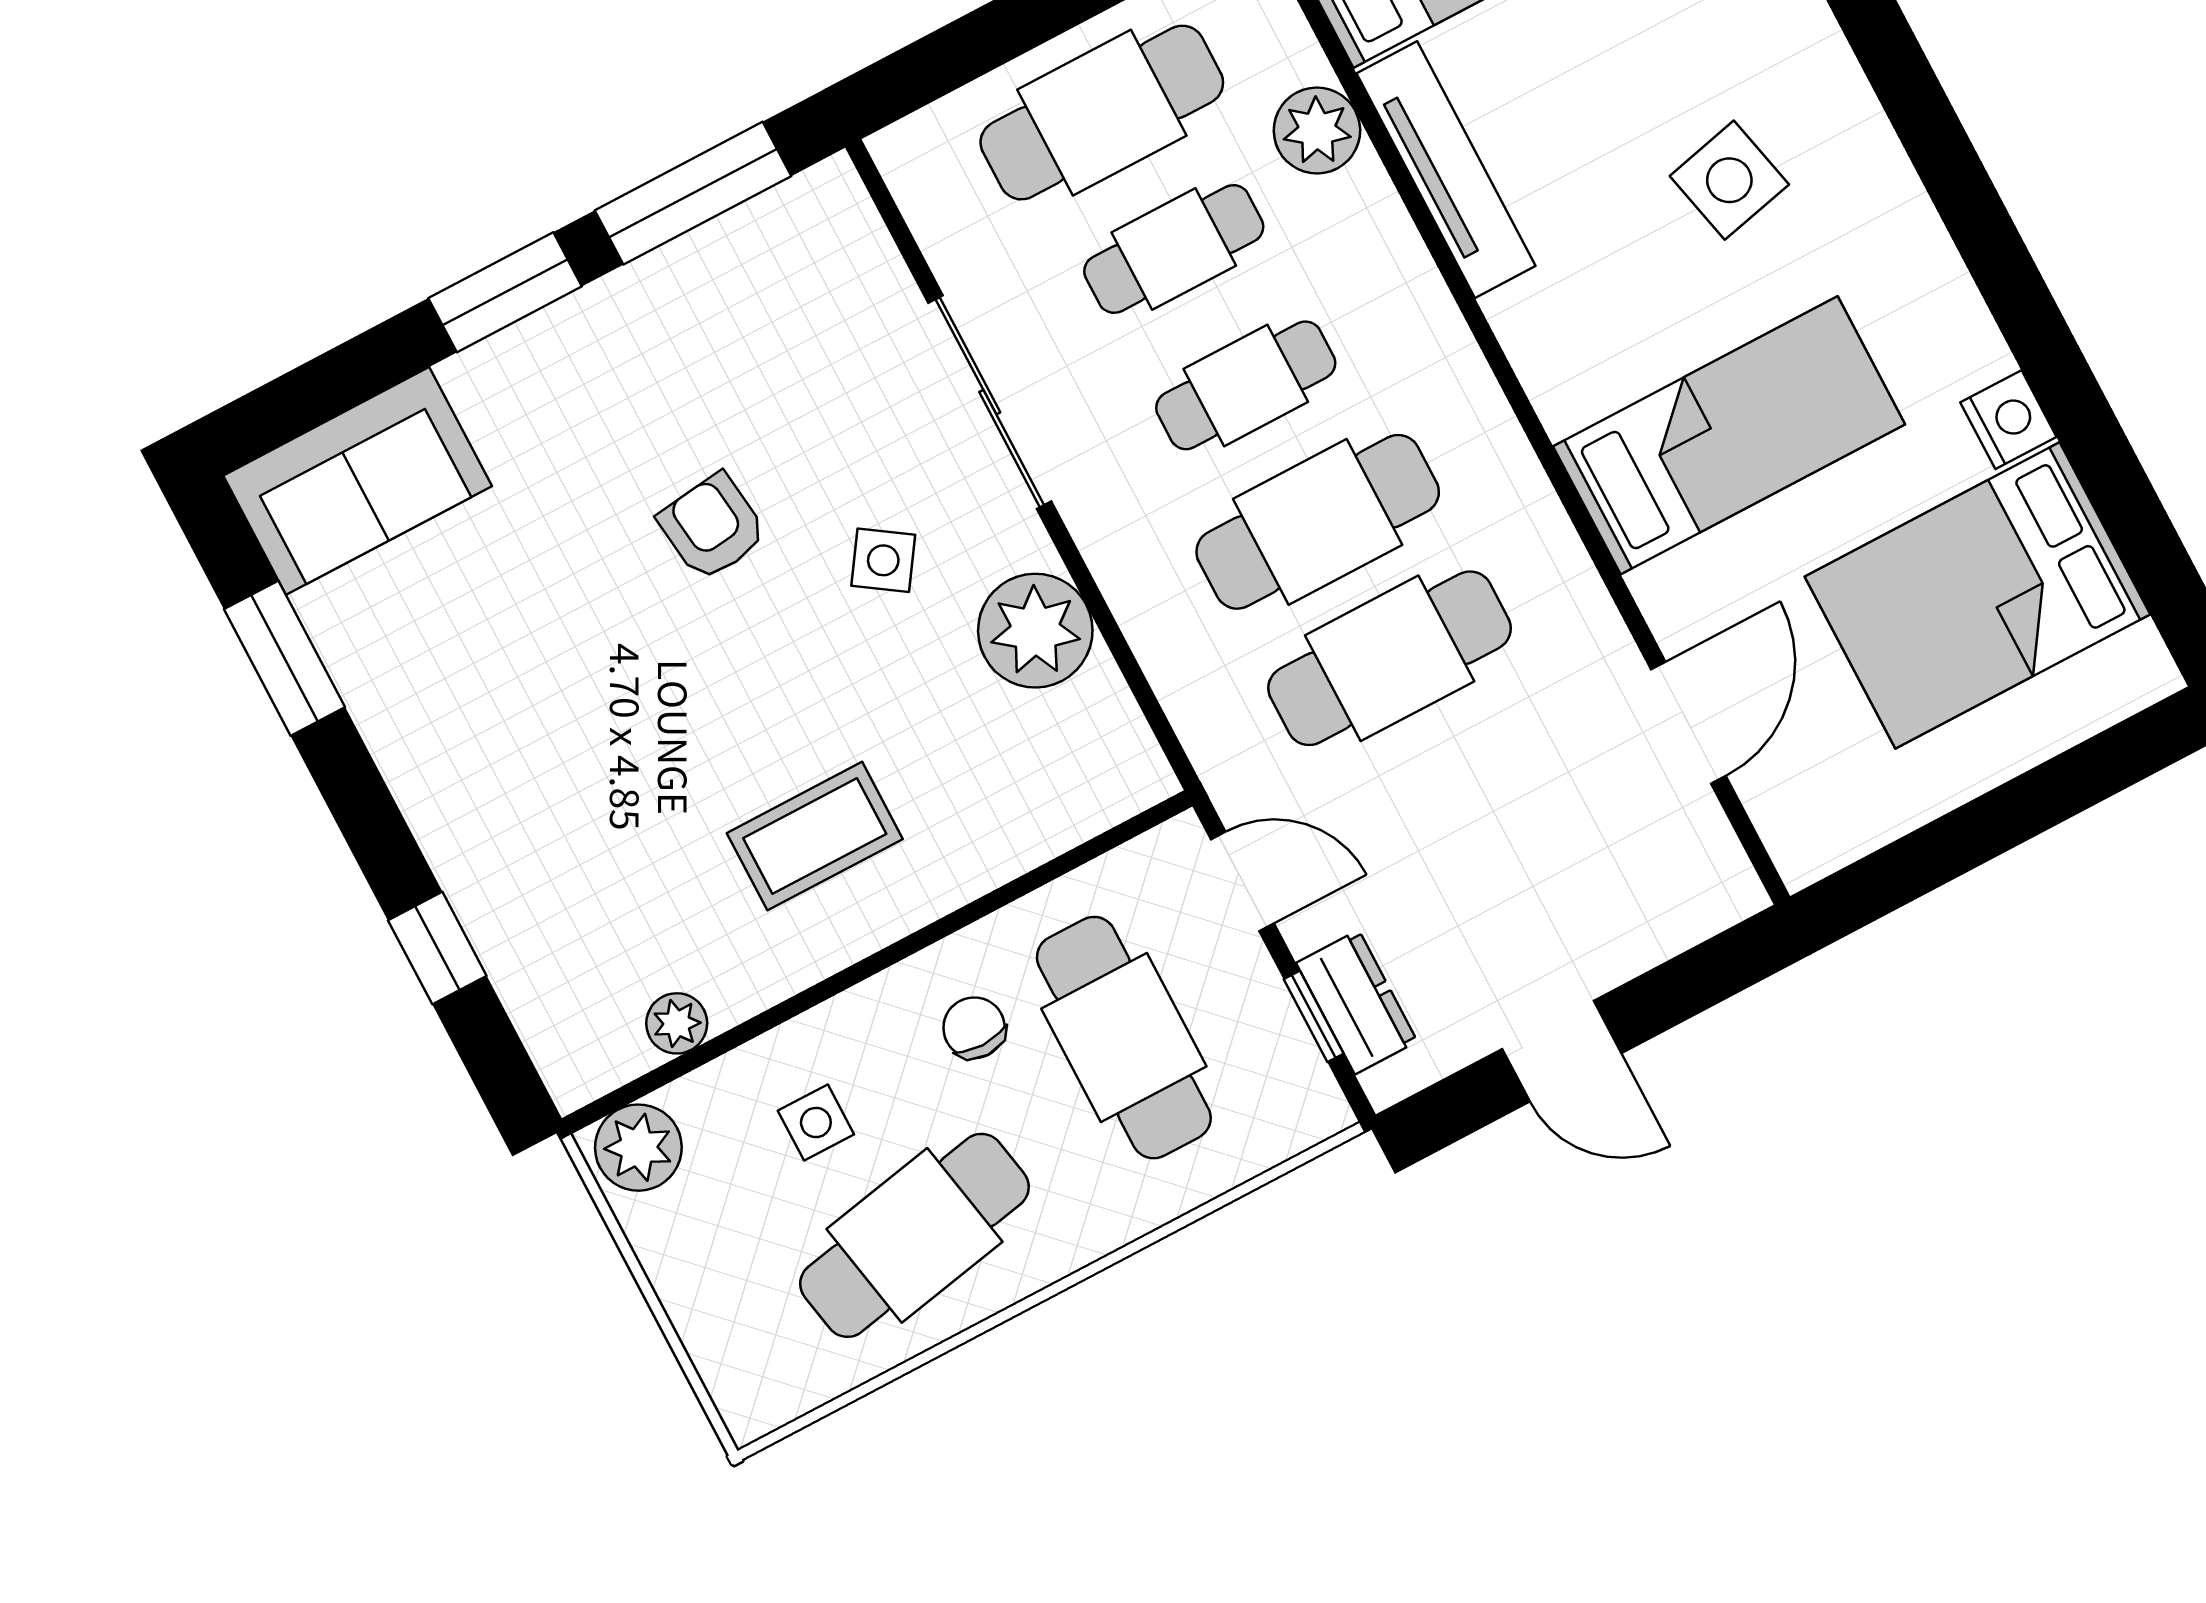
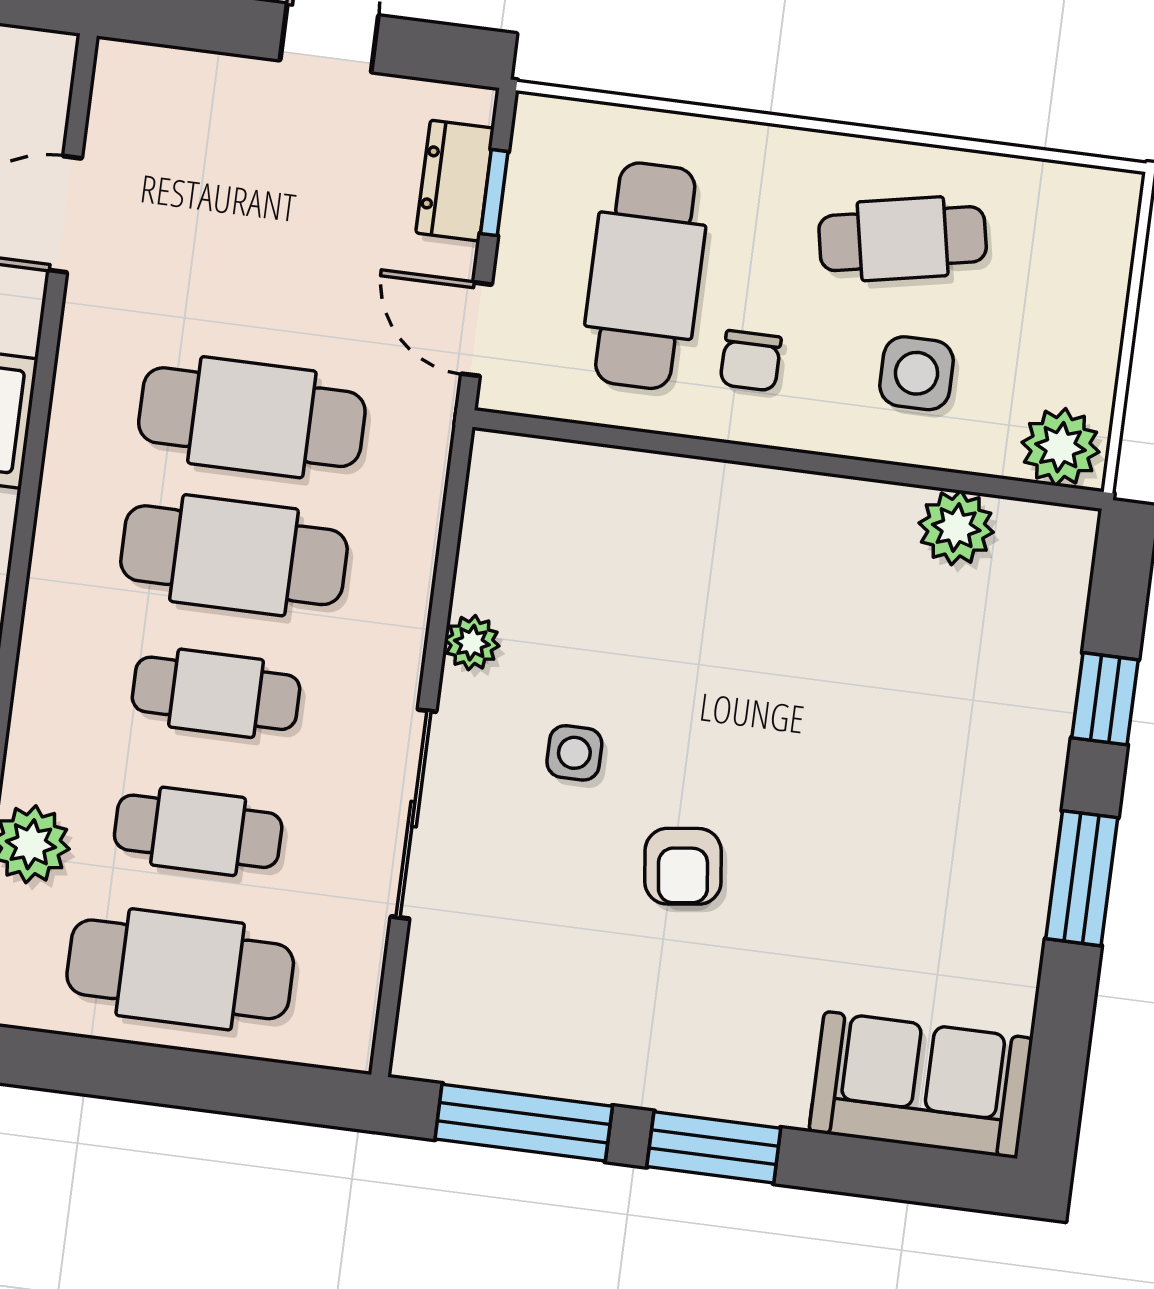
side table: (883, 560) -> (574, 753), turned -34
plant: (1035, 631) -> (472, 643), width x0.53, depth x0.53
window: (284, 658) -> (1082, 878), moved
coffee table: (815, 836) -> (768, 585), removed
plant: (677, 1023) -> (956, 528), width x1.38, depth x1.38
side table: (816, 1123) -> (917, 373), width x1.37, depth x1.37
cafe table: (914, 1235) -> (903, 239), width x0.73, depth x0.74

